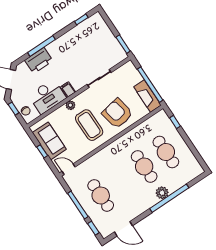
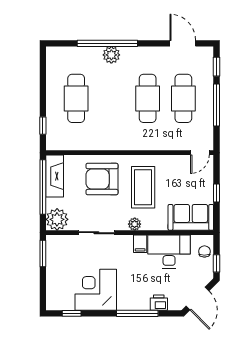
corner desk: (76, 44) -> (96, 290), added
printer: (39, 61) -> (159, 303), width x0.53, depth x0.68
plant: (128, 71) -> (57, 219), added
plant: (70, 105) -> (135, 224), moved
armchair: (117, 113) -> (102, 179), turned 101
sofa: (49, 141) -> (191, 217), moved, turned 90
cafe table: (144, 166) -> (148, 98), moved
door: (69, 169) -> (200, 153), hinge flipped

